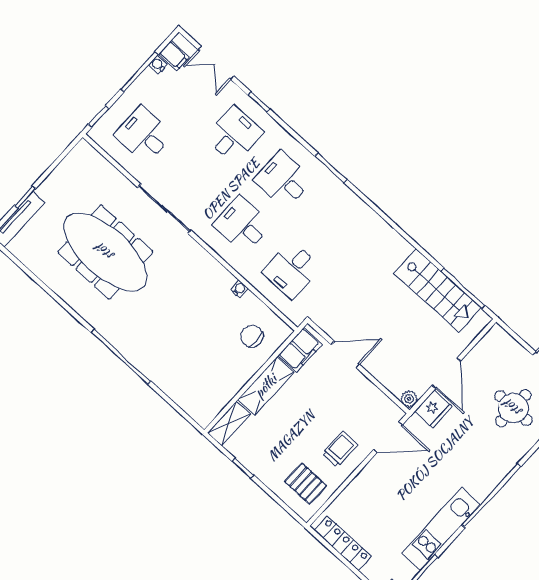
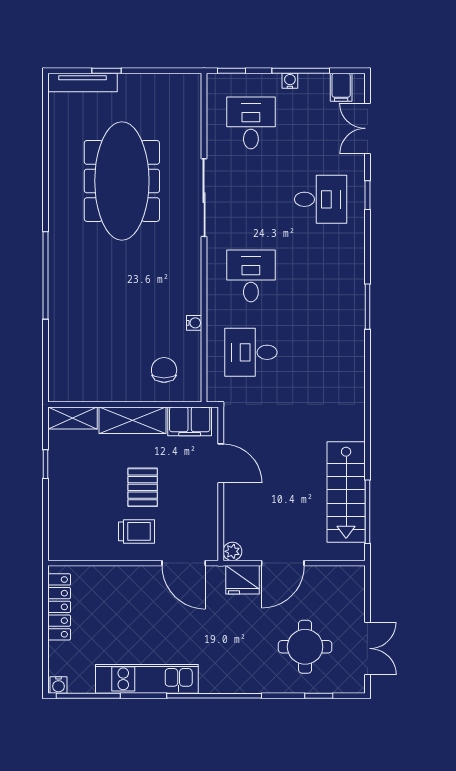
water cooler: (158, 65) -> (290, 81), moved
desk: (283, 180) -> (321, 276), removed
pallet: (306, 484) -> (143, 487), moved

